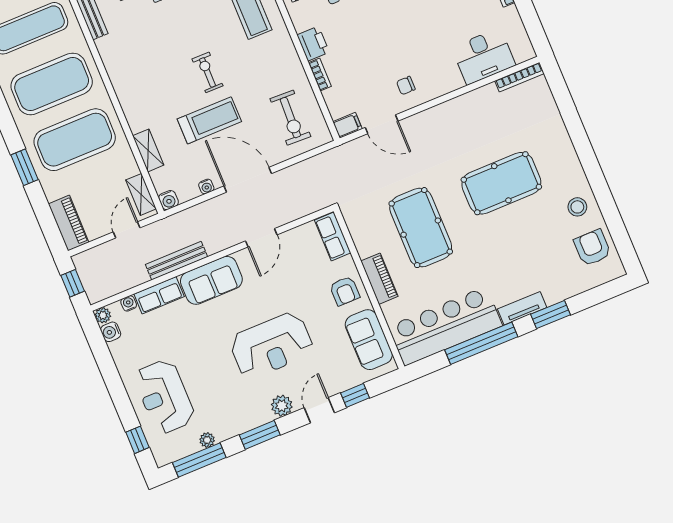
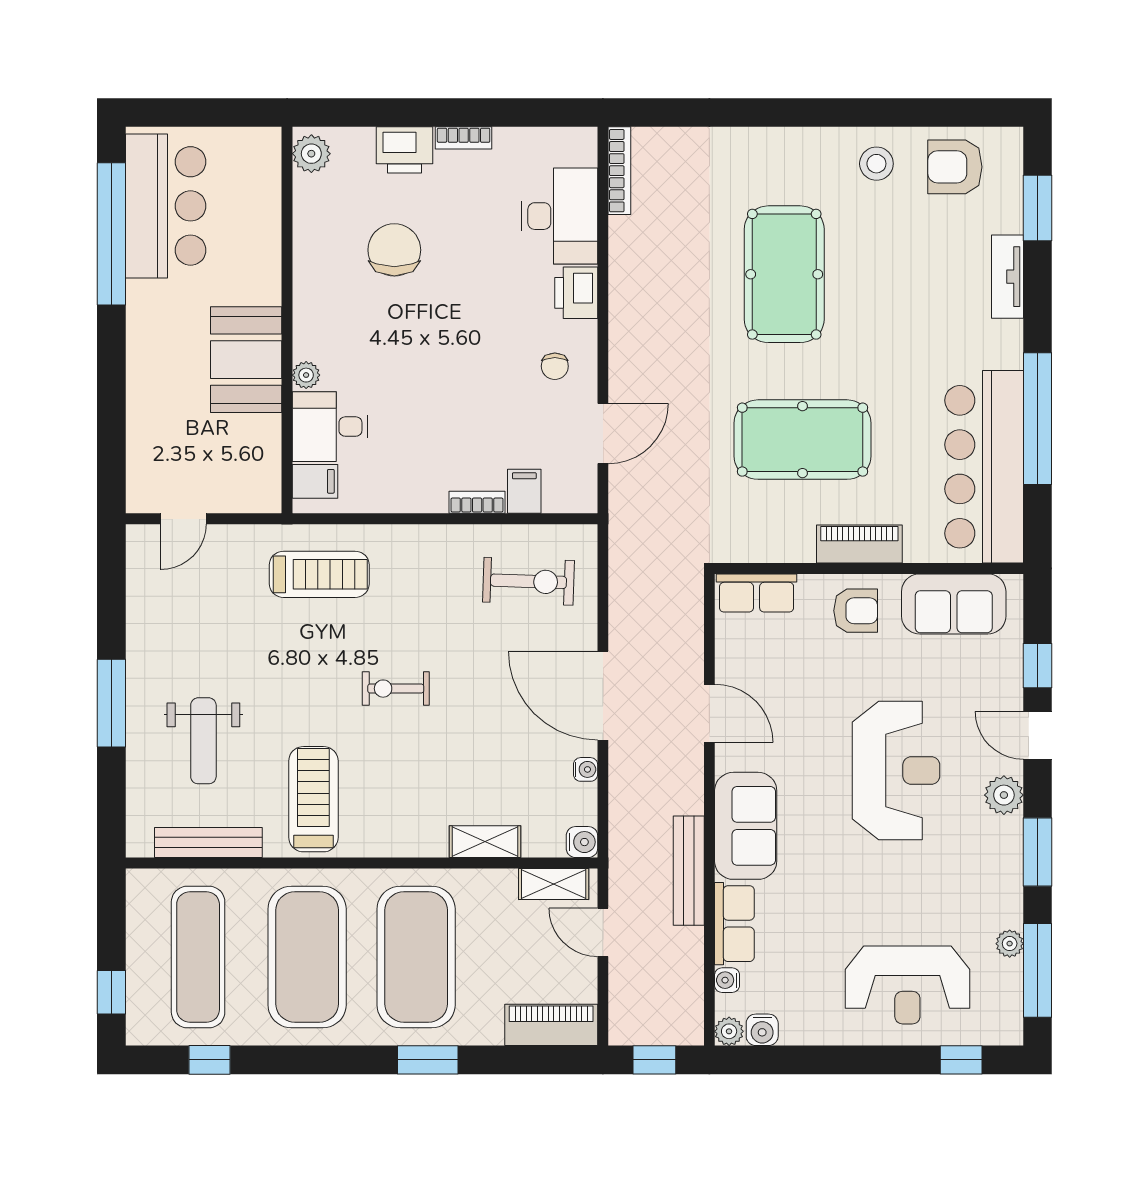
printer: (313, 44) -> (576, 293), moved, turned -90
treadmill: (209, 120) -> (313, 799), moved
filing cabinet: (347, 125) -> (524, 491), moved
door: (248, 180) -> (603, 696), hinge flipped
tv unit: (522, 308) -> (1007, 277), moved
window: (550, 314) -> (1038, 208), moved

